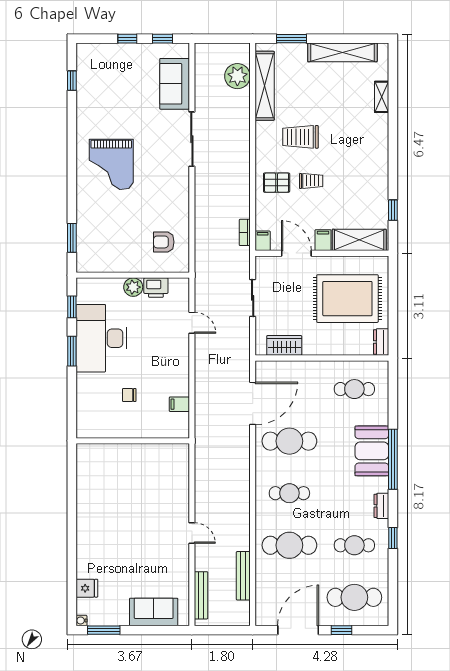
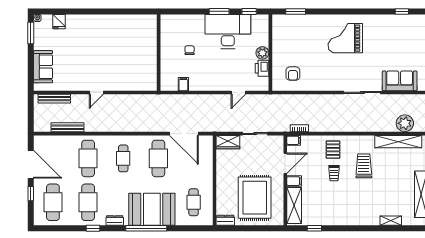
armchair: (164, 242) -> (293, 74), turned 180
wardrobe: (284, 345) -> (228, 142), moved, turned 90
booth: (372, 451) -> (152, 209), width x1.36, depth x1.42
cafe table: (354, 545) -> (88, 202), width x1.37, depth x1.35

